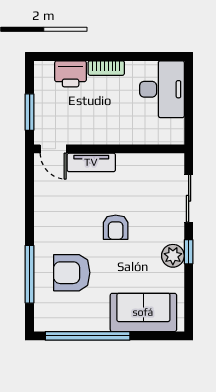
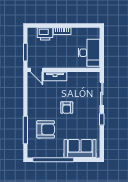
desk: (162, 89) -> (89, 53), moved
plant: (173, 256) -> (94, 121), removed
armchair: (72, 273) -> (46, 129), turned 180

